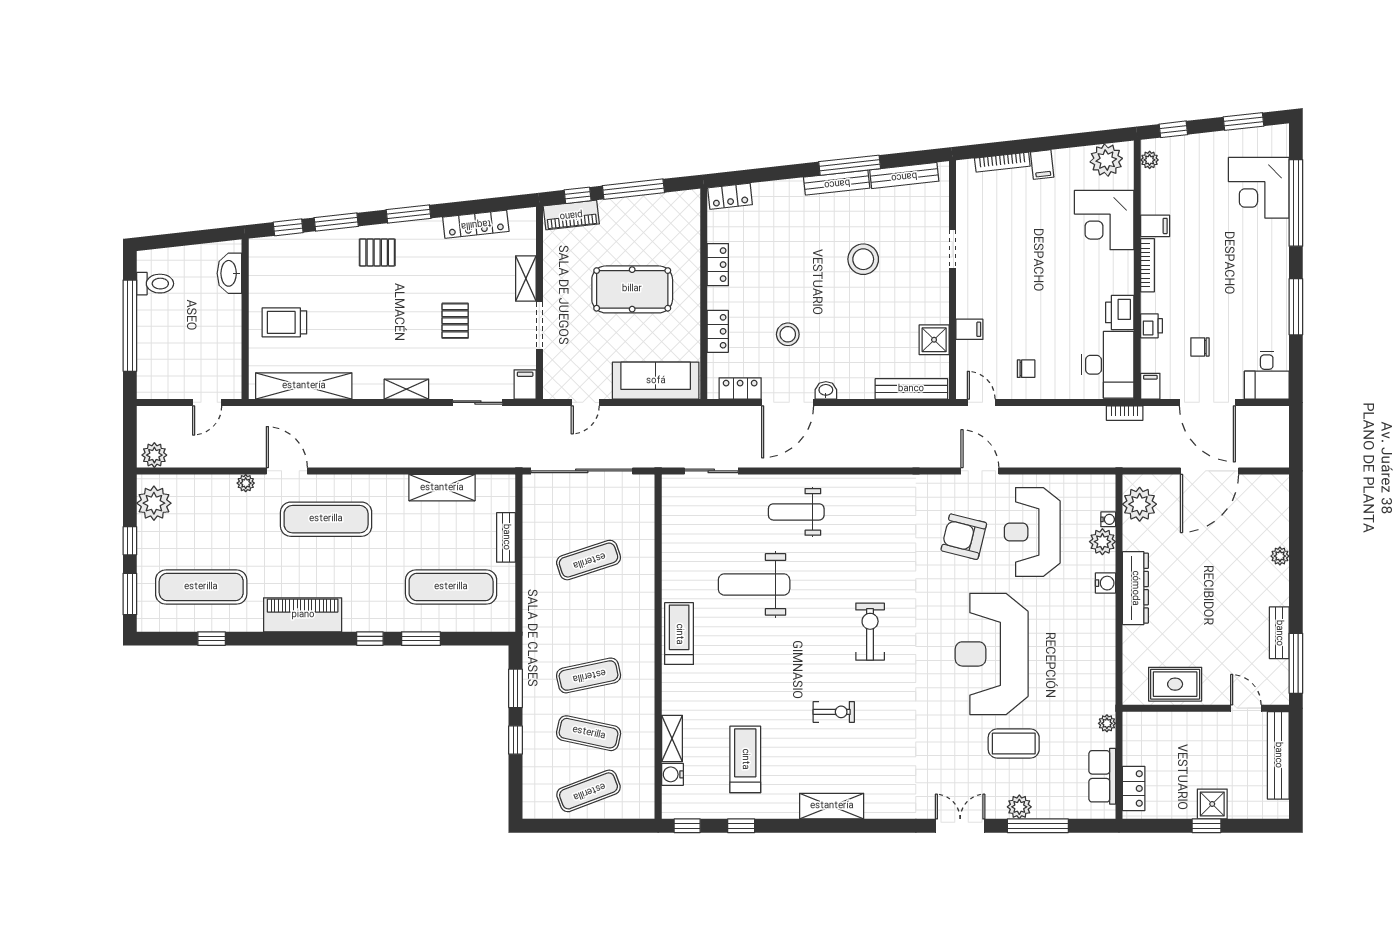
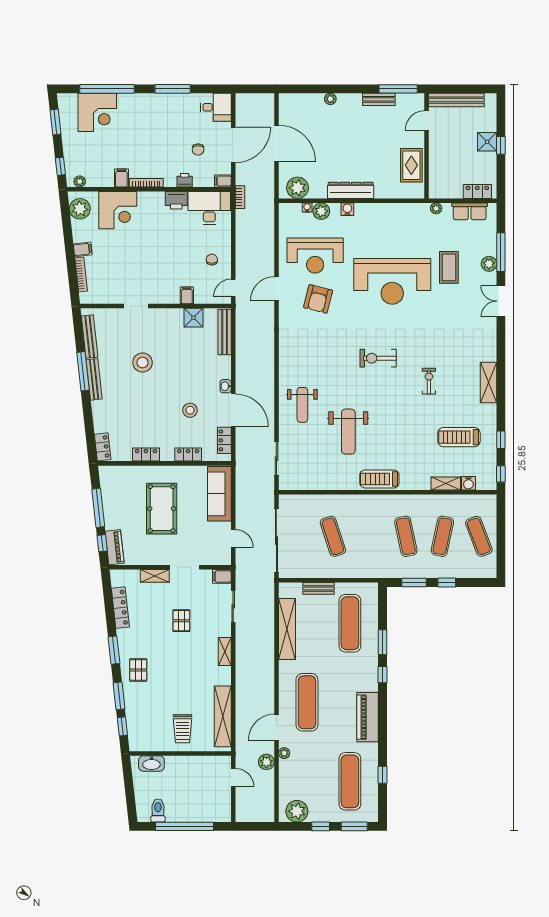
pallet: (455, 321) -> (181, 621), turned 90
plant: (154, 455) -> (266, 762), moved
shelving: (442, 488) -> (287, 629), width x1.47

